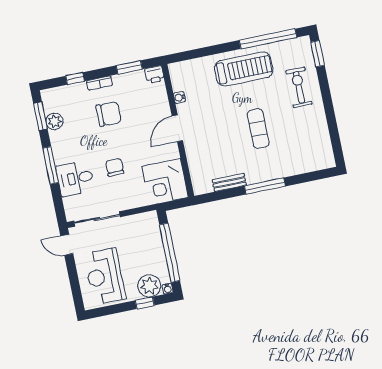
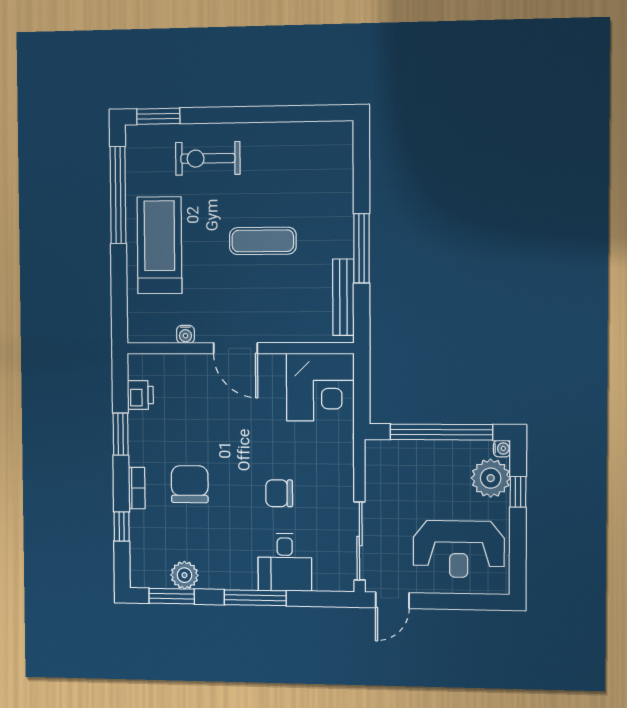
water cooler: (179, 97) -> (185, 334), moved
door: (177, 128) -> (236, 348), moved
wall: (178, 131) -> (240, 348), moved
corner desk: (165, 182) -> (320, 387), moved
bench: (229, 182) -> (343, 297), width x1.36

